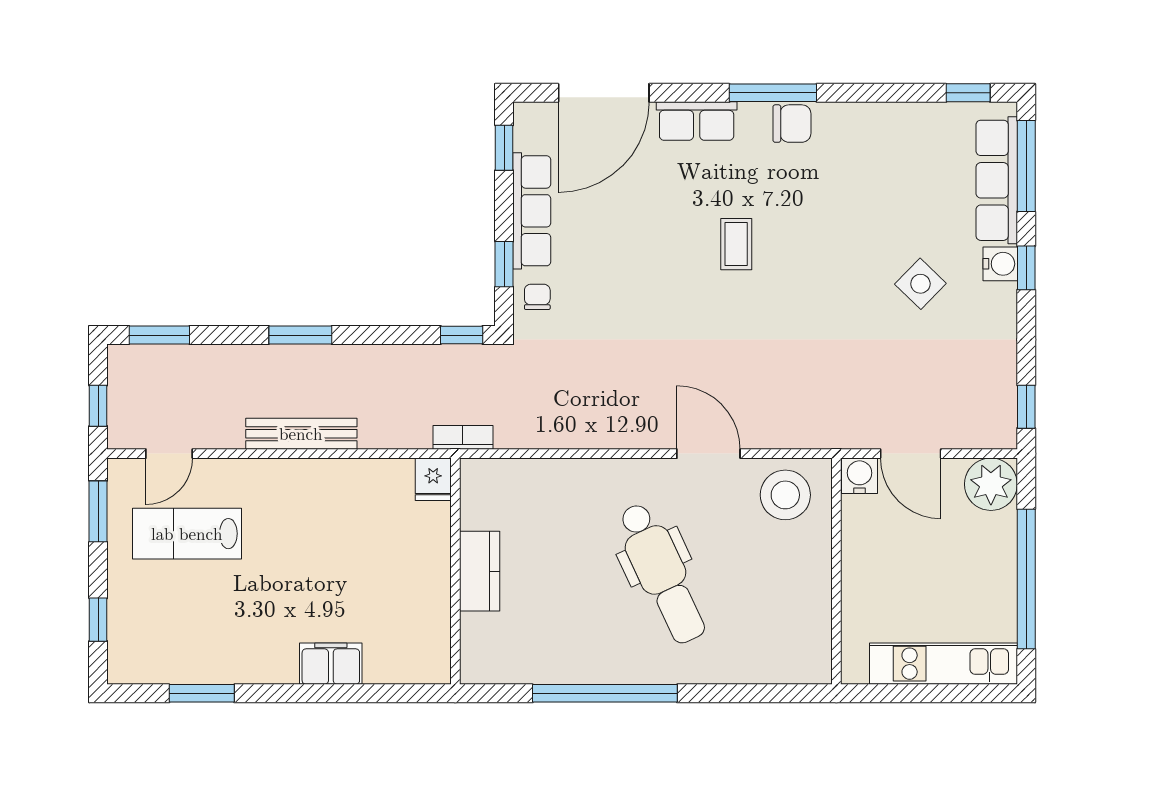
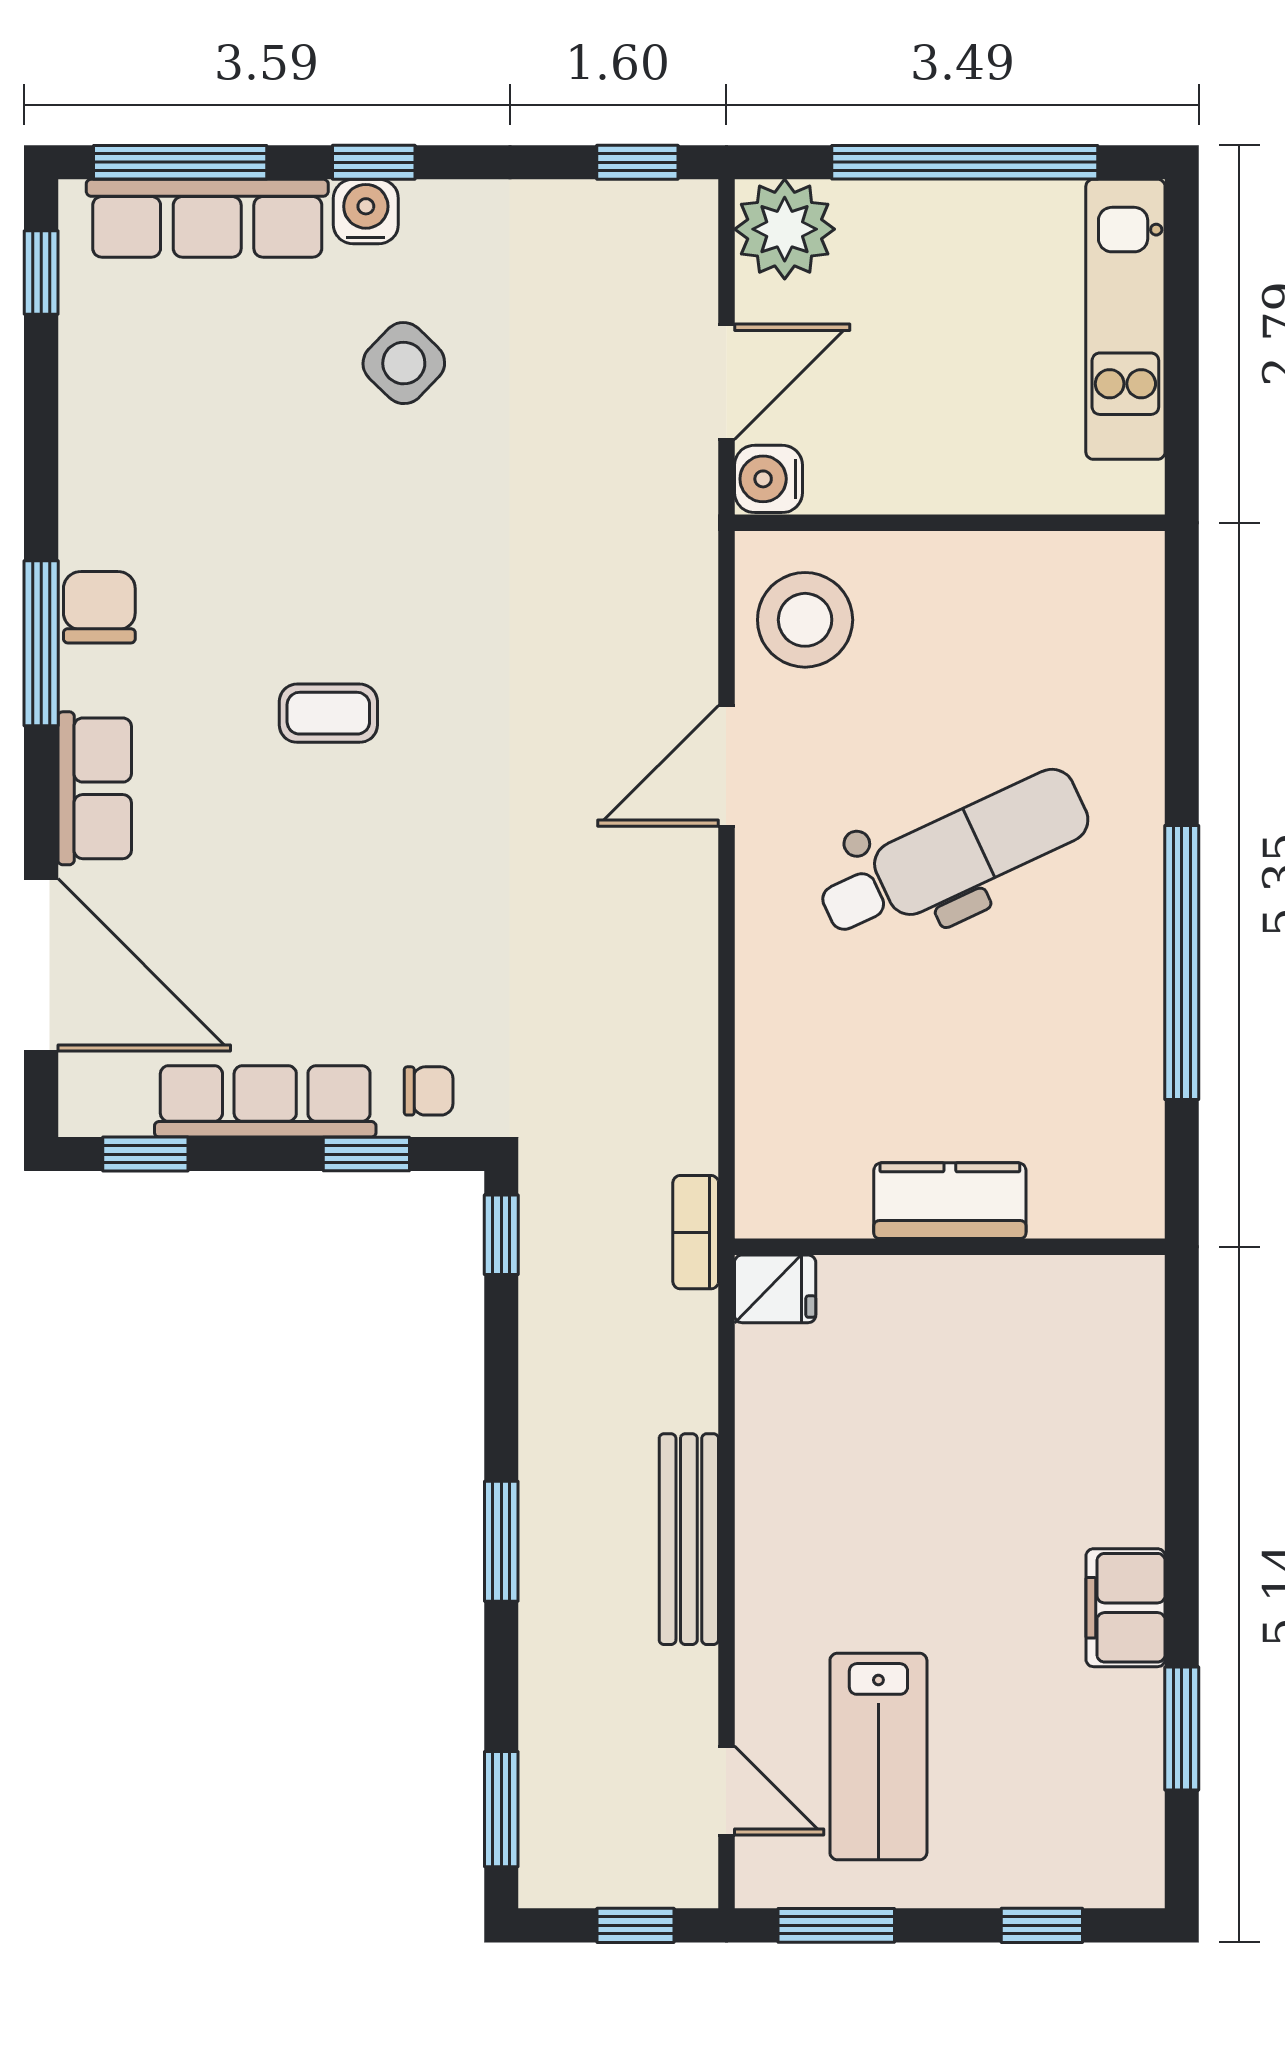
chair: (537, 297) -> (429, 1091), turned 180
filing cabinet: (331, 664) -> (1126, 1608), moved

